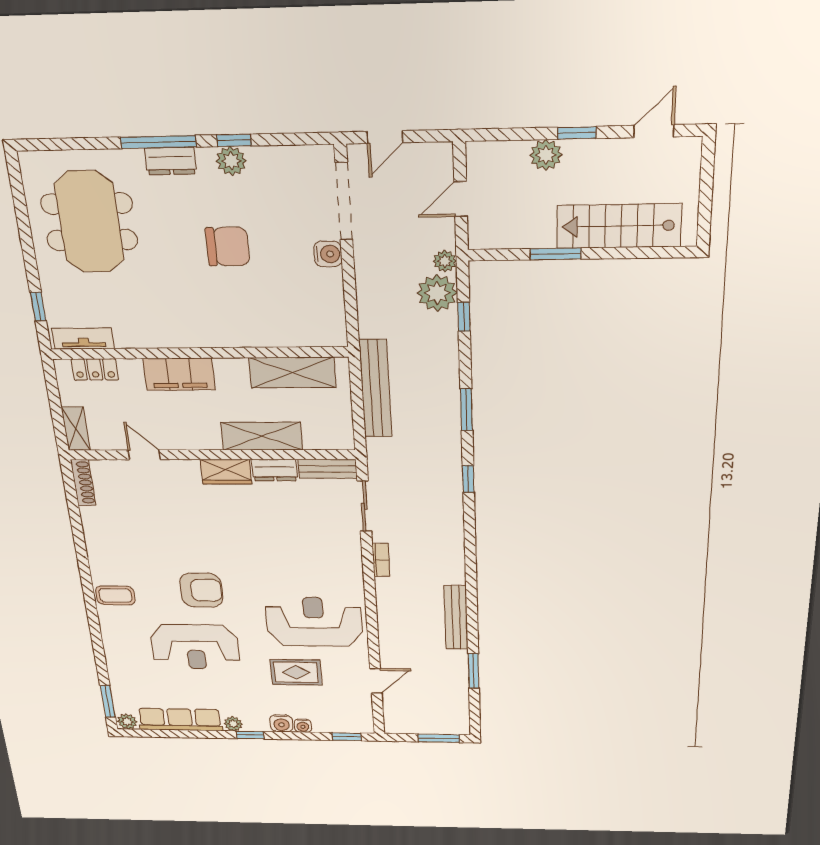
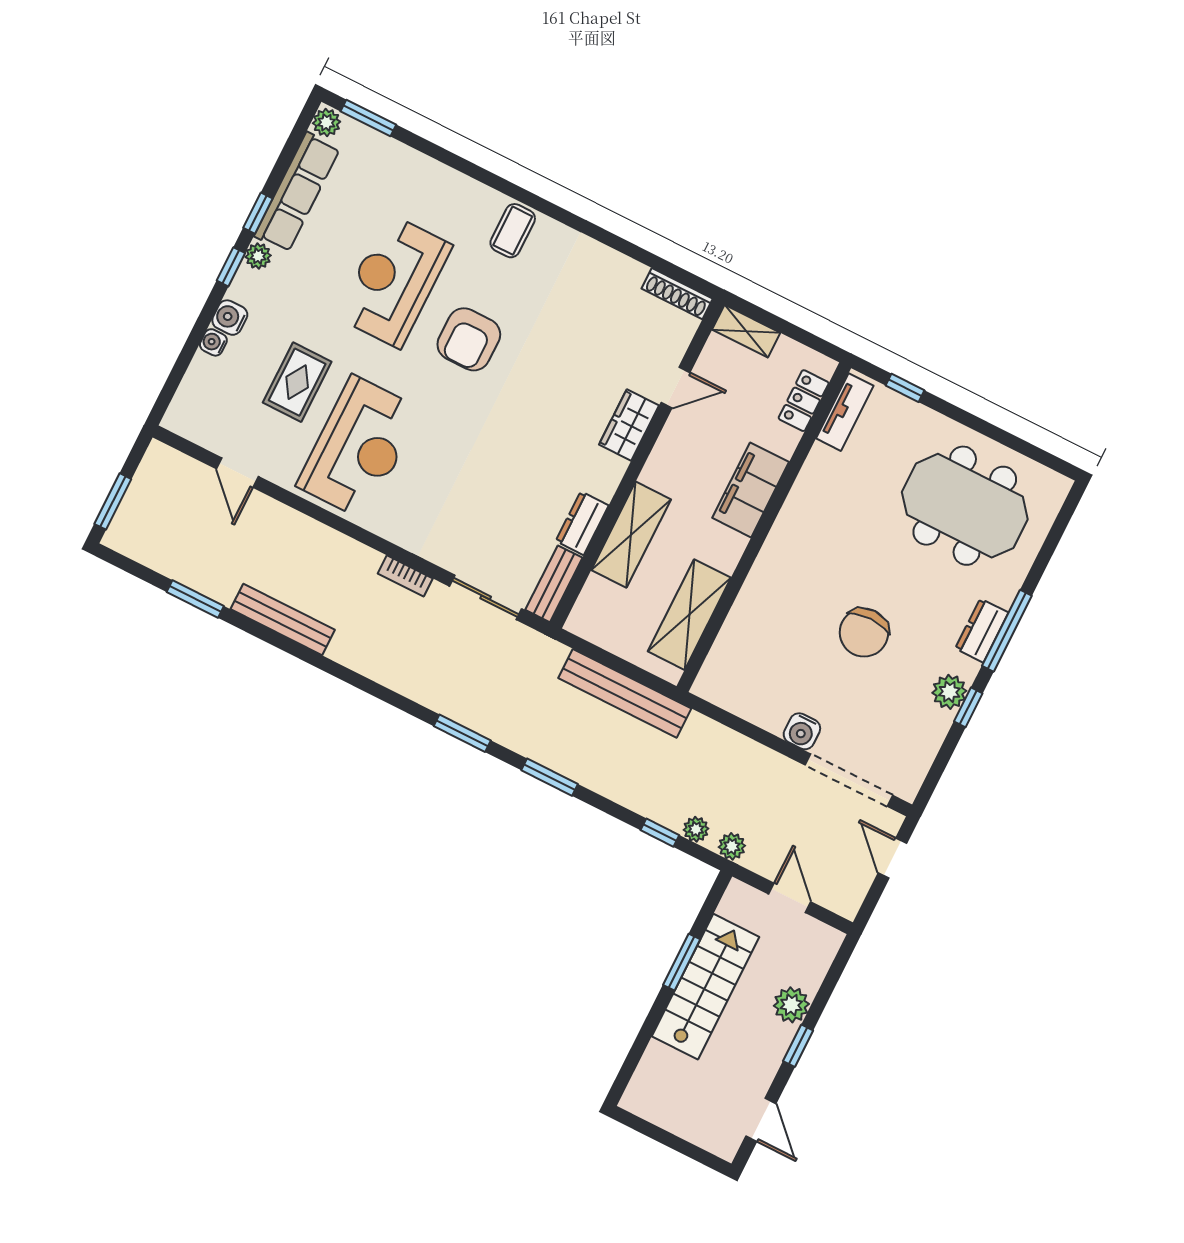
stairs: (619, 226) -> (706, 987), moved
plant: (437, 293) -> (696, 829), width x0.53, depth x0.53
wardrobe: (226, 472) -> (629, 425), moved
window: (468, 479) -> (462, 733), width x1.50
window: (347, 737) -> (258, 213), moved

